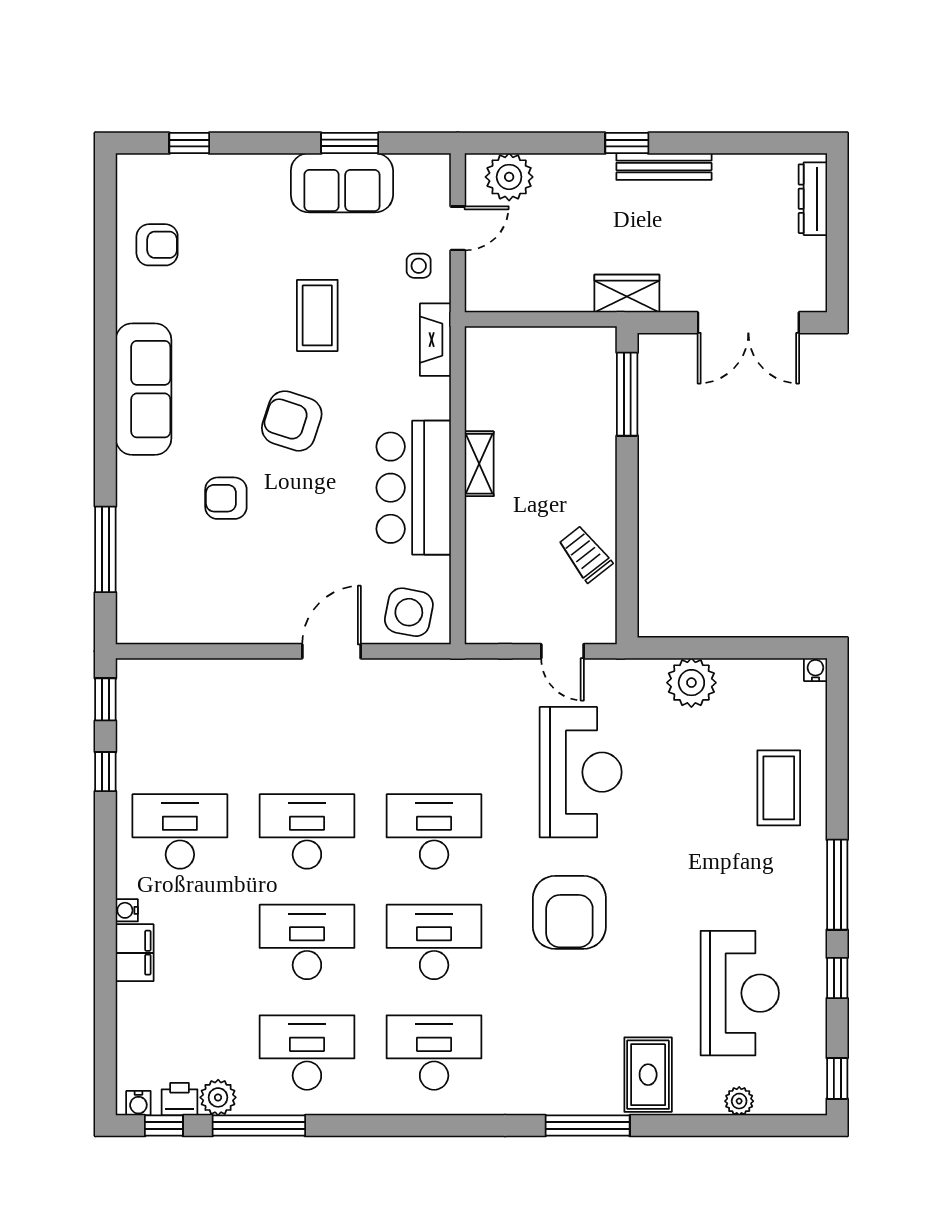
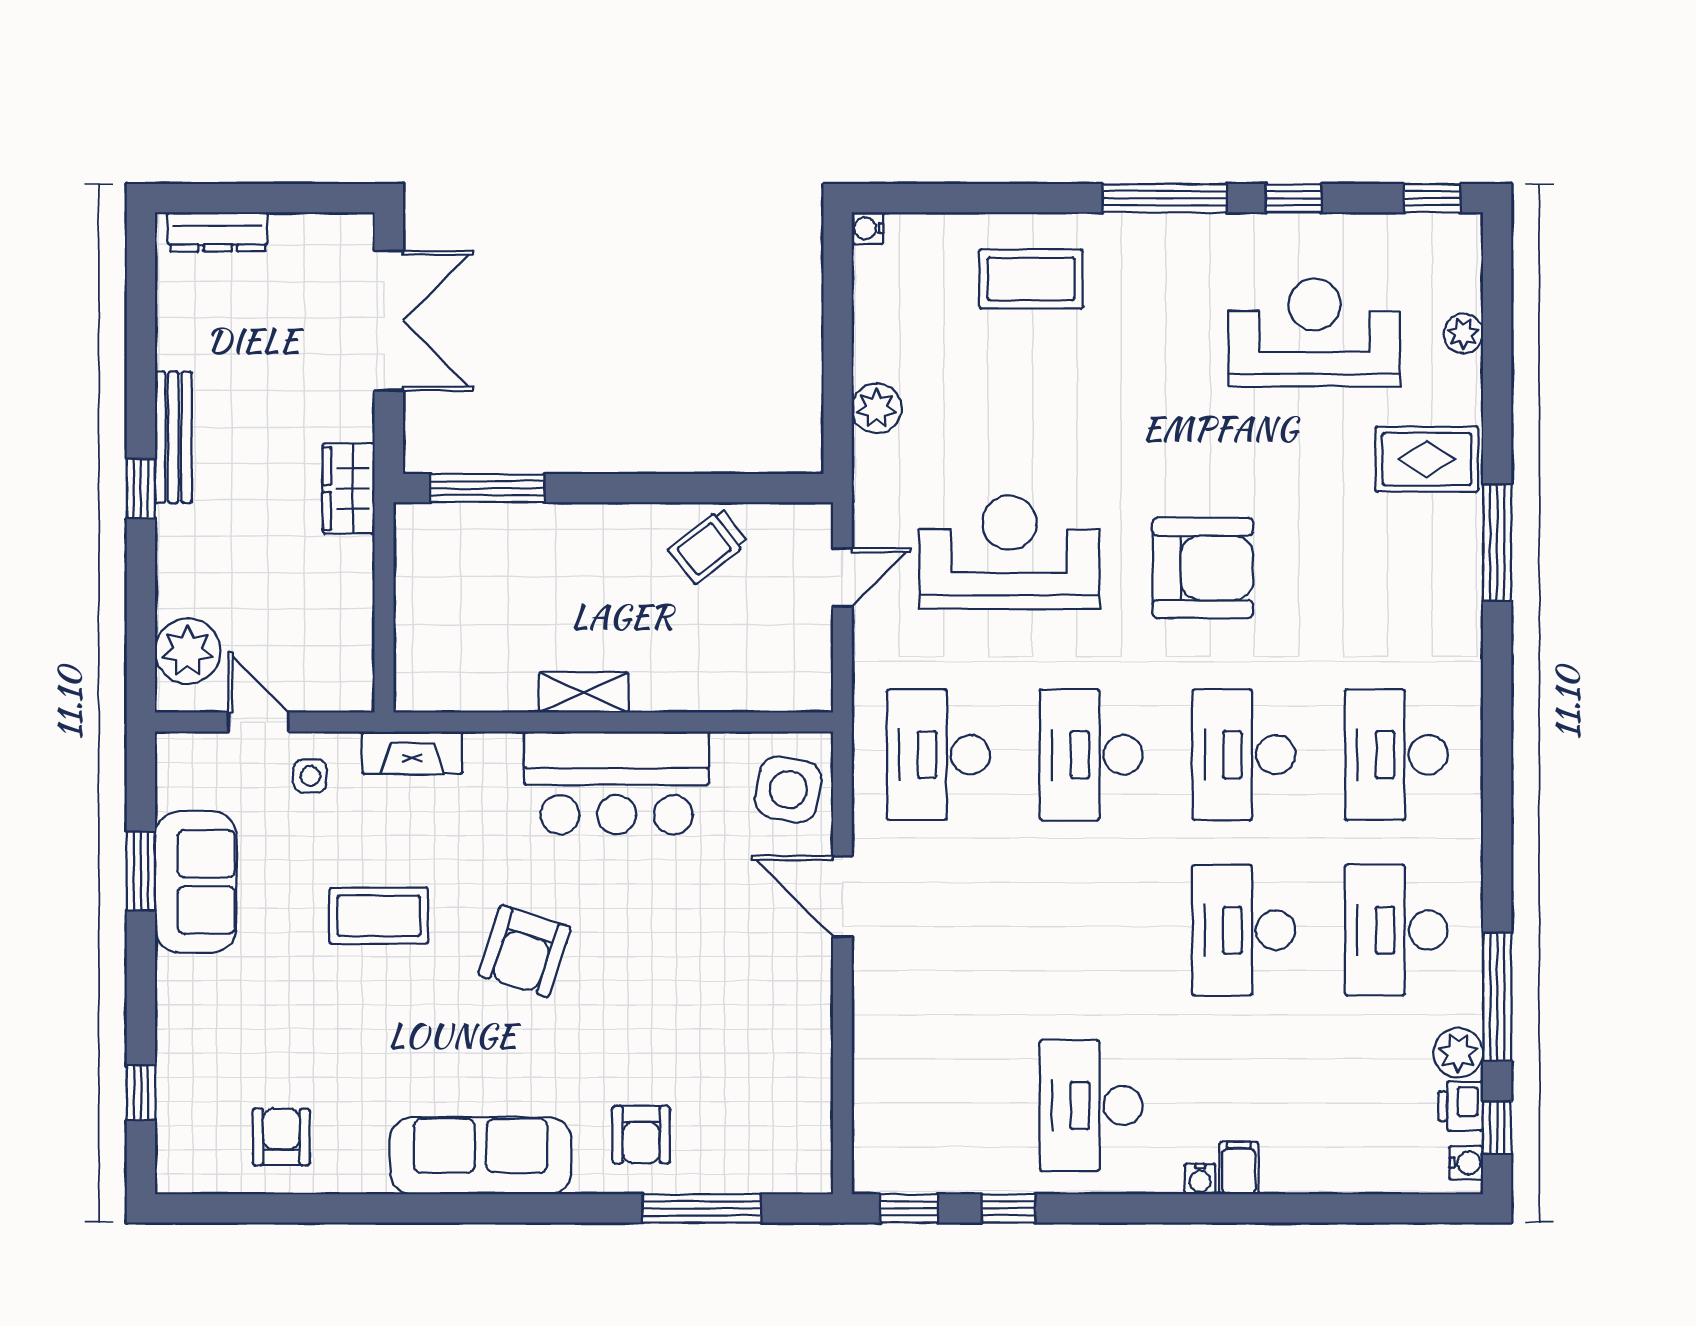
armchair: (226, 498) -> (641, 1135), moved
plant: (691, 683) -> (877, 408), width x0.73, depth x0.73
desk: (307, 831) -> (939, 755), moved
filing cabinet: (135, 953) -> (1239, 1168), width x0.50

